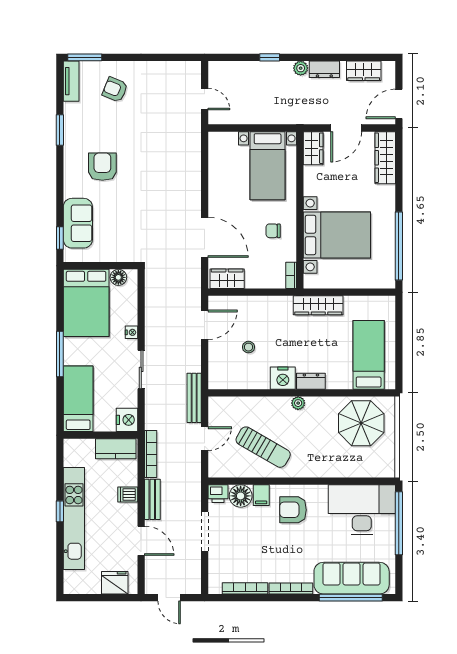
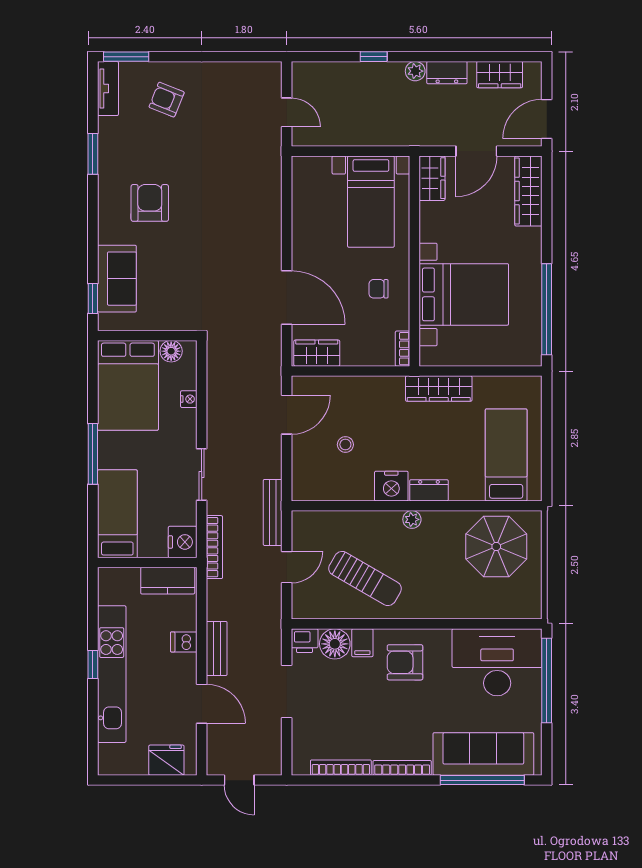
nightstand: (131, 332) -> (189, 399), moved
bookcase: (151, 454) -> (214, 547), moved

